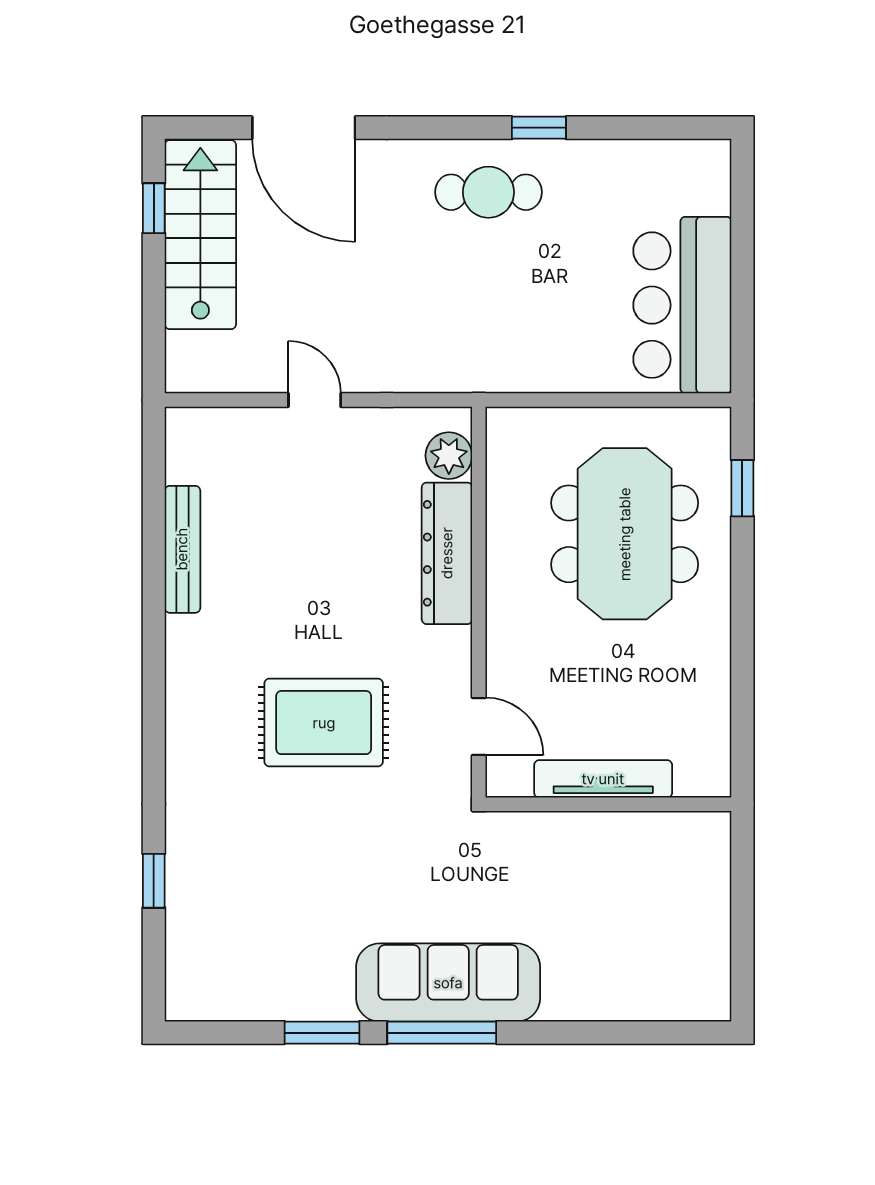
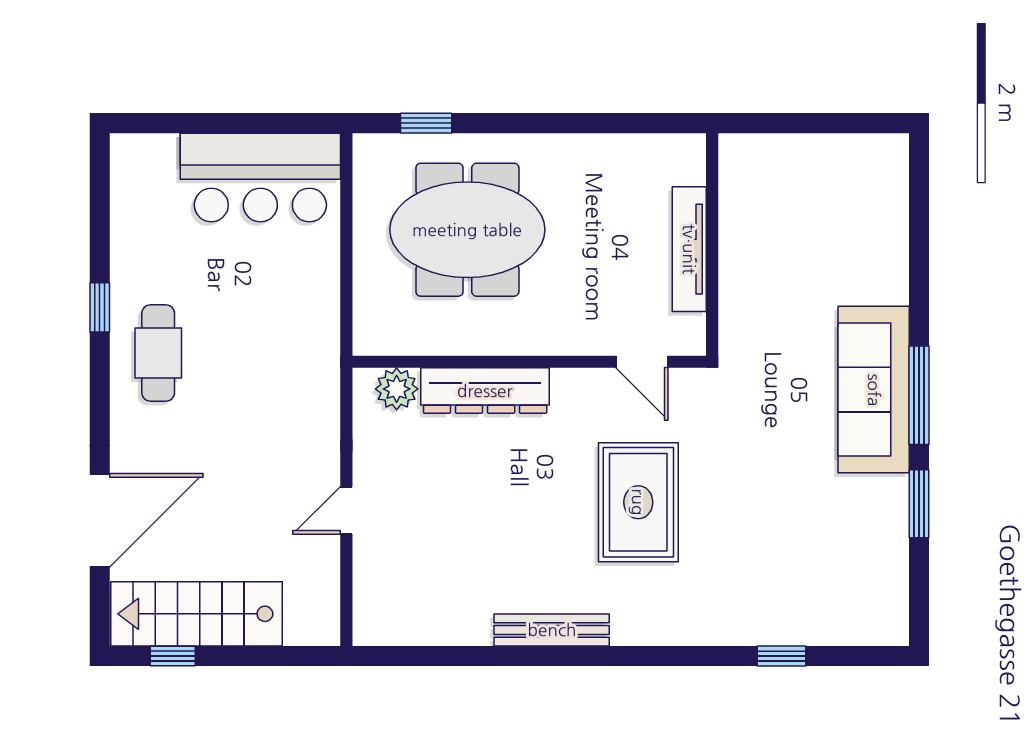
bench: (182, 549) -> (552, 630), moved
door: (479, 726) -> (642, 362), swing flipped

